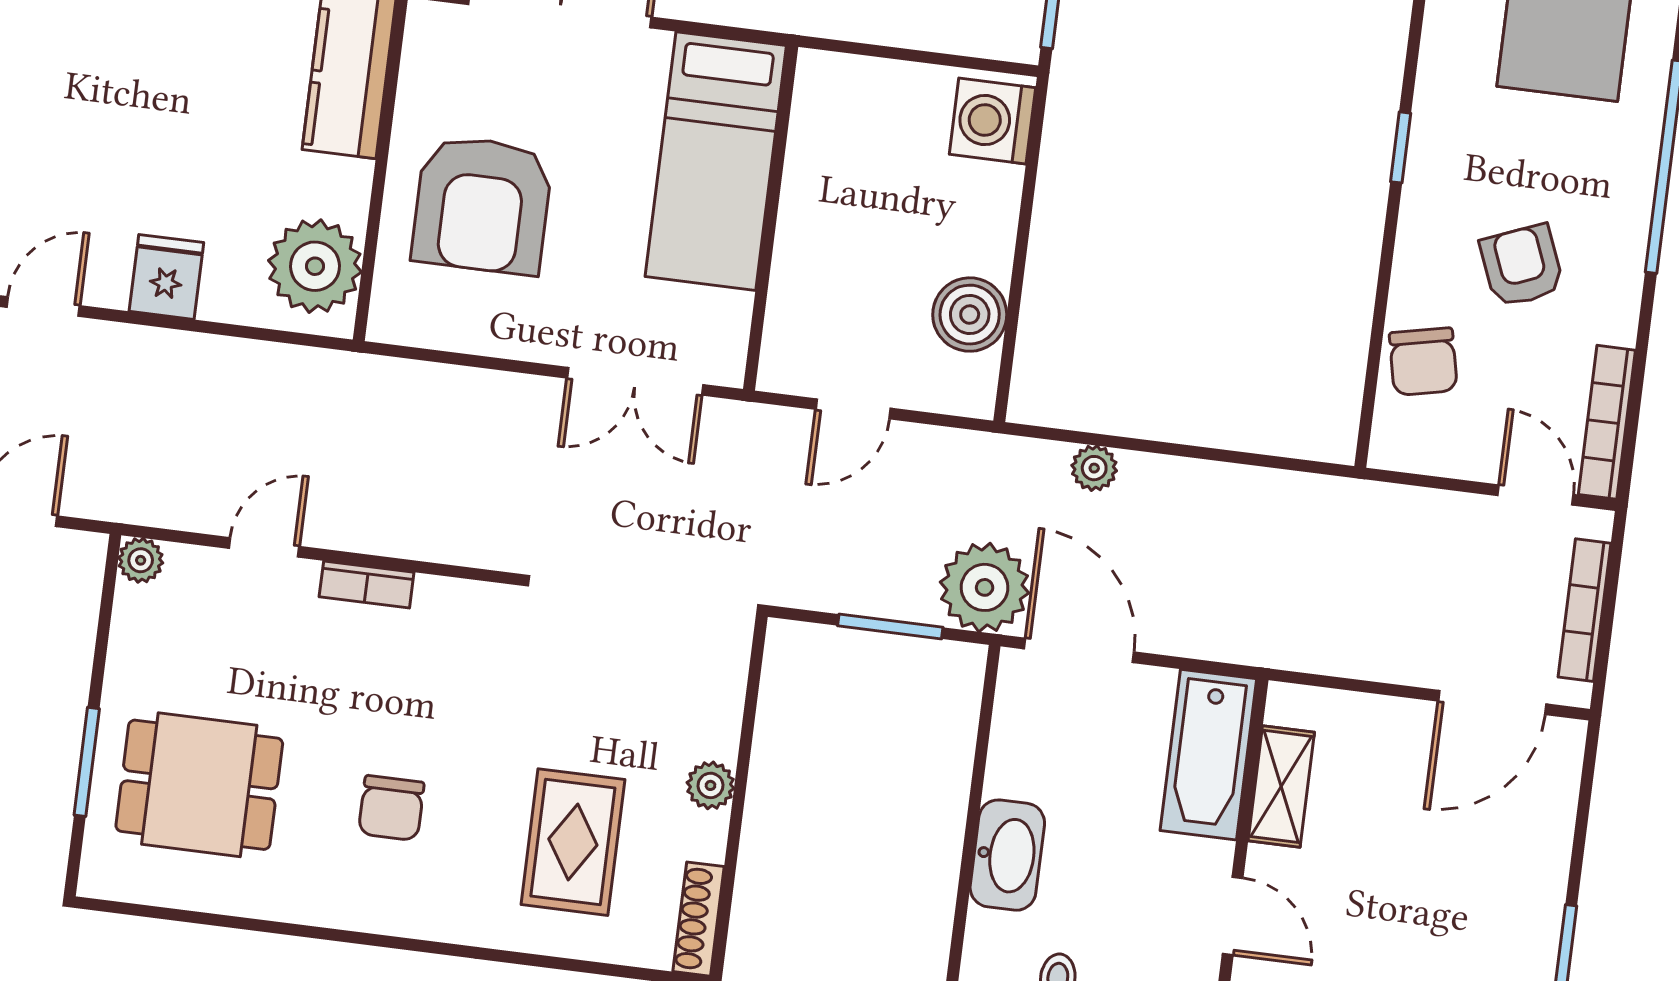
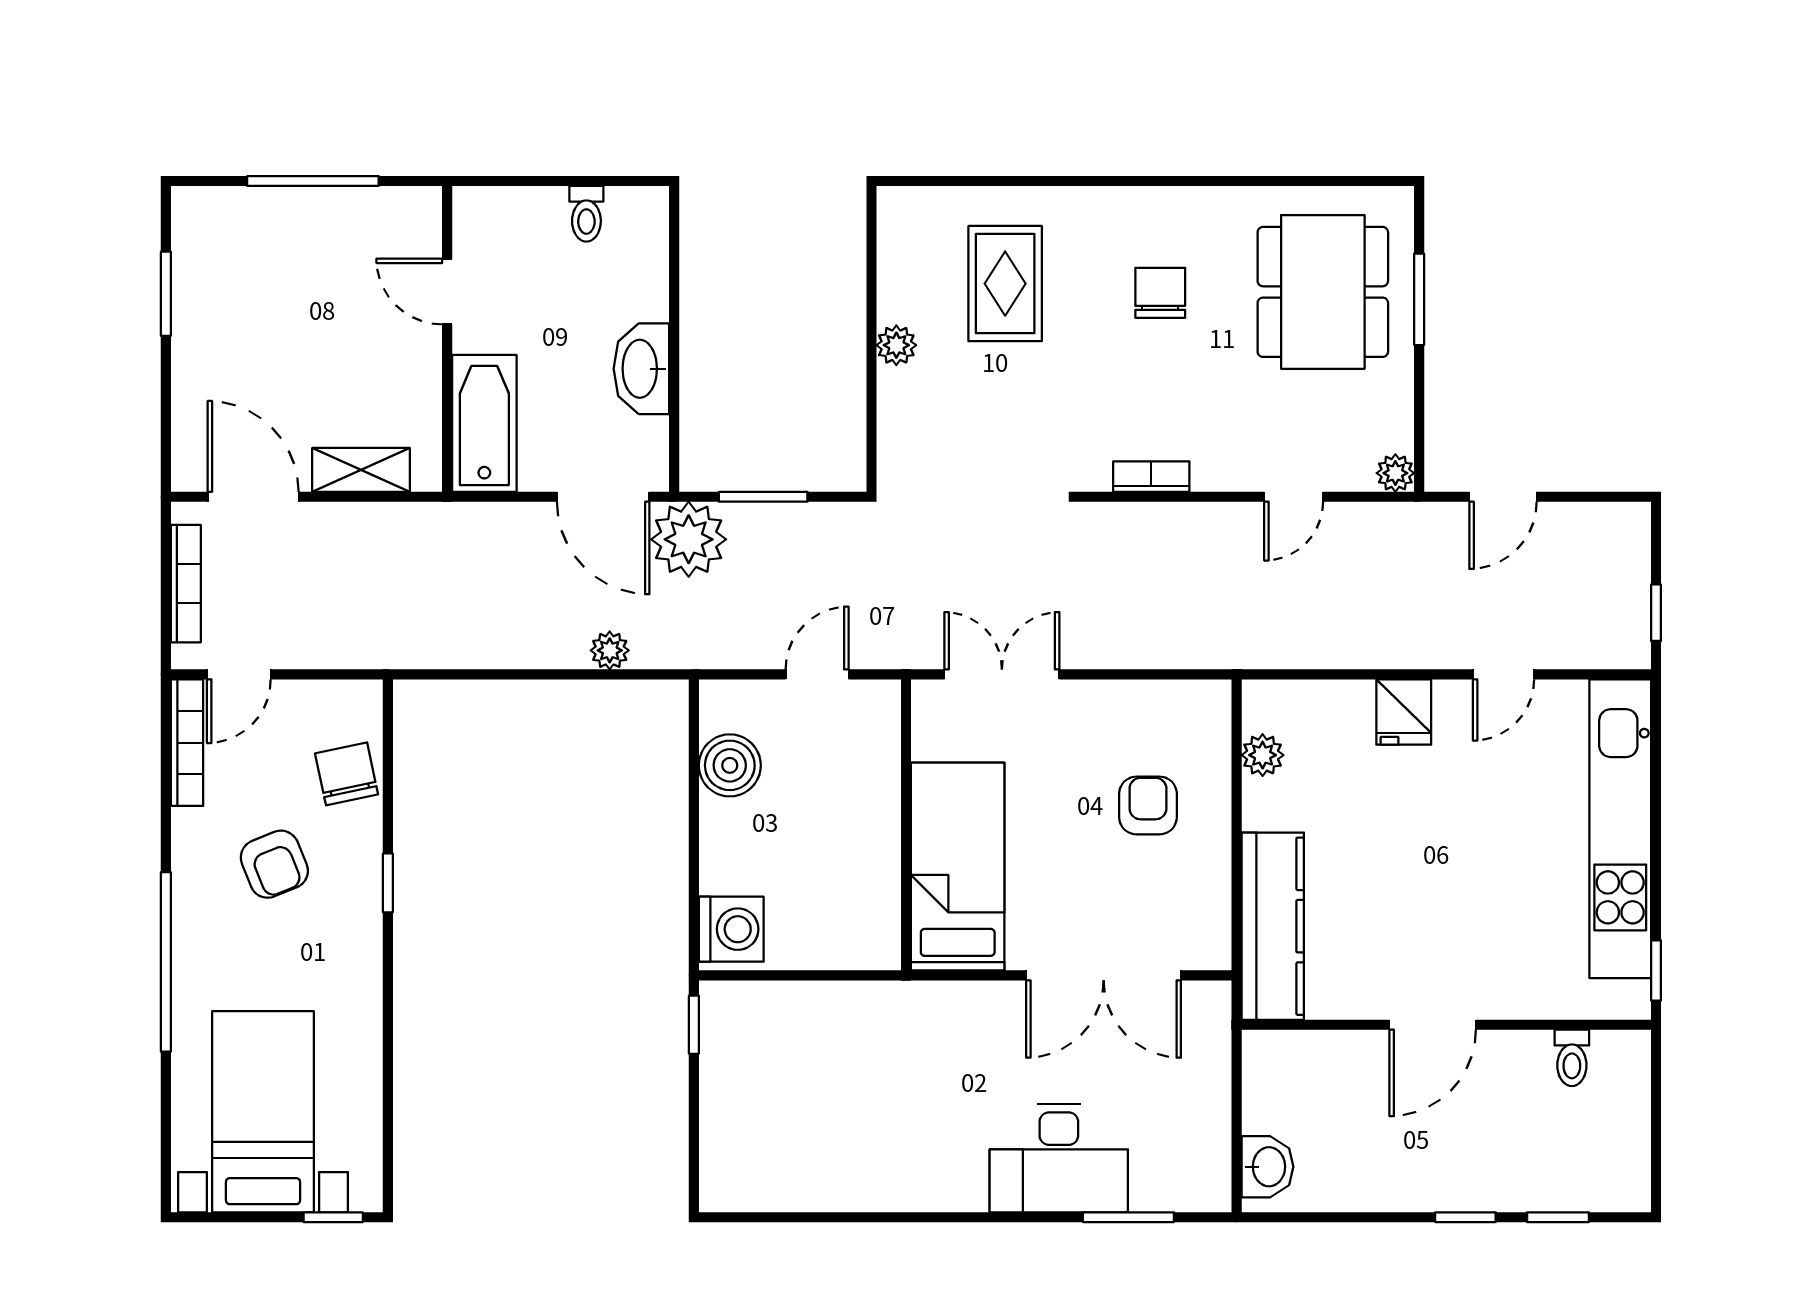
window: (1401, 147) -> (388, 883), moved
armchair: (482, 205) -> (1148, 805), width x0.53, depth x0.53
plant: (315, 266) -> (1263, 755), width x0.53, depth x0.53
door: (1535, 495) -> (239, 674), hinge flipped
bookcase: (367, 585) -> (1151, 477), moved
door: (1492, 703) -> (253, 497), hinge flipped
dining table: (199, 785) -> (1323, 292), width x1.38
shelving: (1281, 786) -> (361, 470), moved, turned 90
washbasin: (1007, 855) -> (641, 369), moved
shoe rack: (699, 919) -> (892, 233), removed

